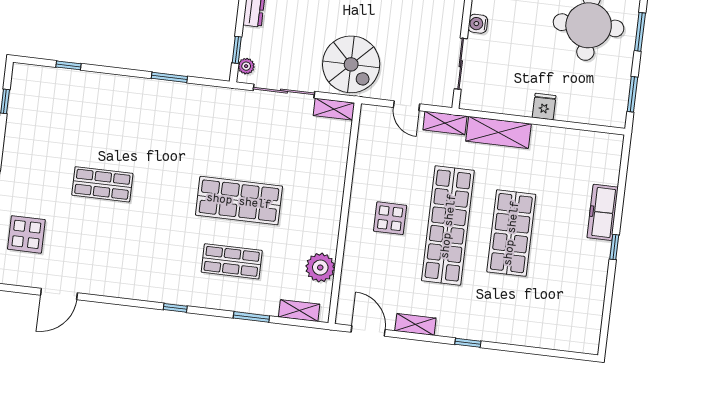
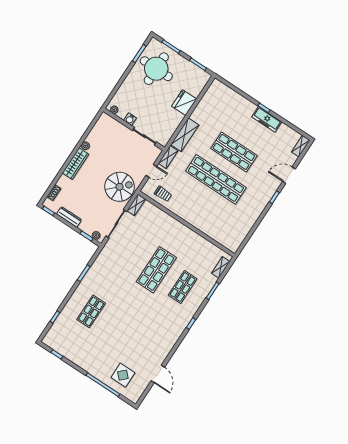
fridge: (544, 106) -> (184, 103), width x1.88, depth x1.34
trolley: (377, 146) -> (163, 194), added
shop shelf: (102, 184) -> (91, 311), moved
freezer: (603, 212) -> (267, 119), moved
display table: (390, 218) -> (199, 204), removed
plant: (320, 268) -> (206, 248), removed
shelving: (415, 324) -> (301, 146), moved
door: (368, 331) -> (289, 175), moved

